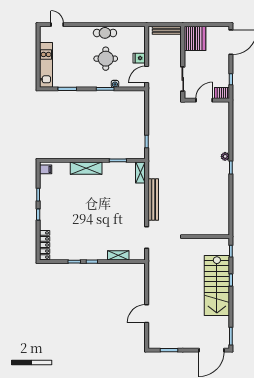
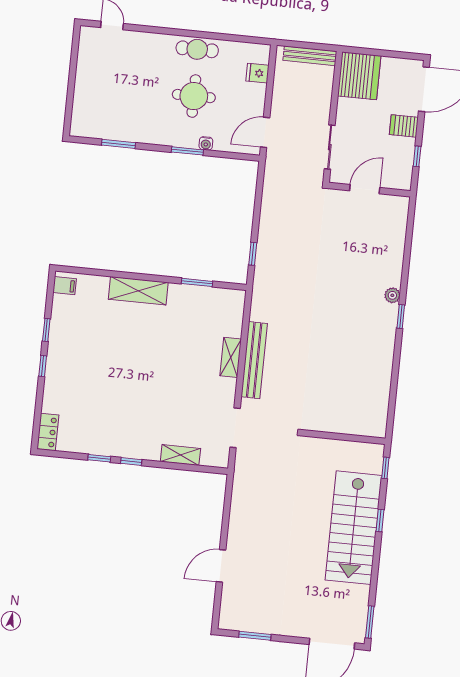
fridge: (139, 58) -> (257, 73), moved
kitchen unit: (46, 65) -> (85, 96), removed
server rack: (222, 93) -> (404, 126), moved
shelving: (140, 172) -> (231, 357), moved
locker: (45, 245) -> (48, 432), width x0.66

